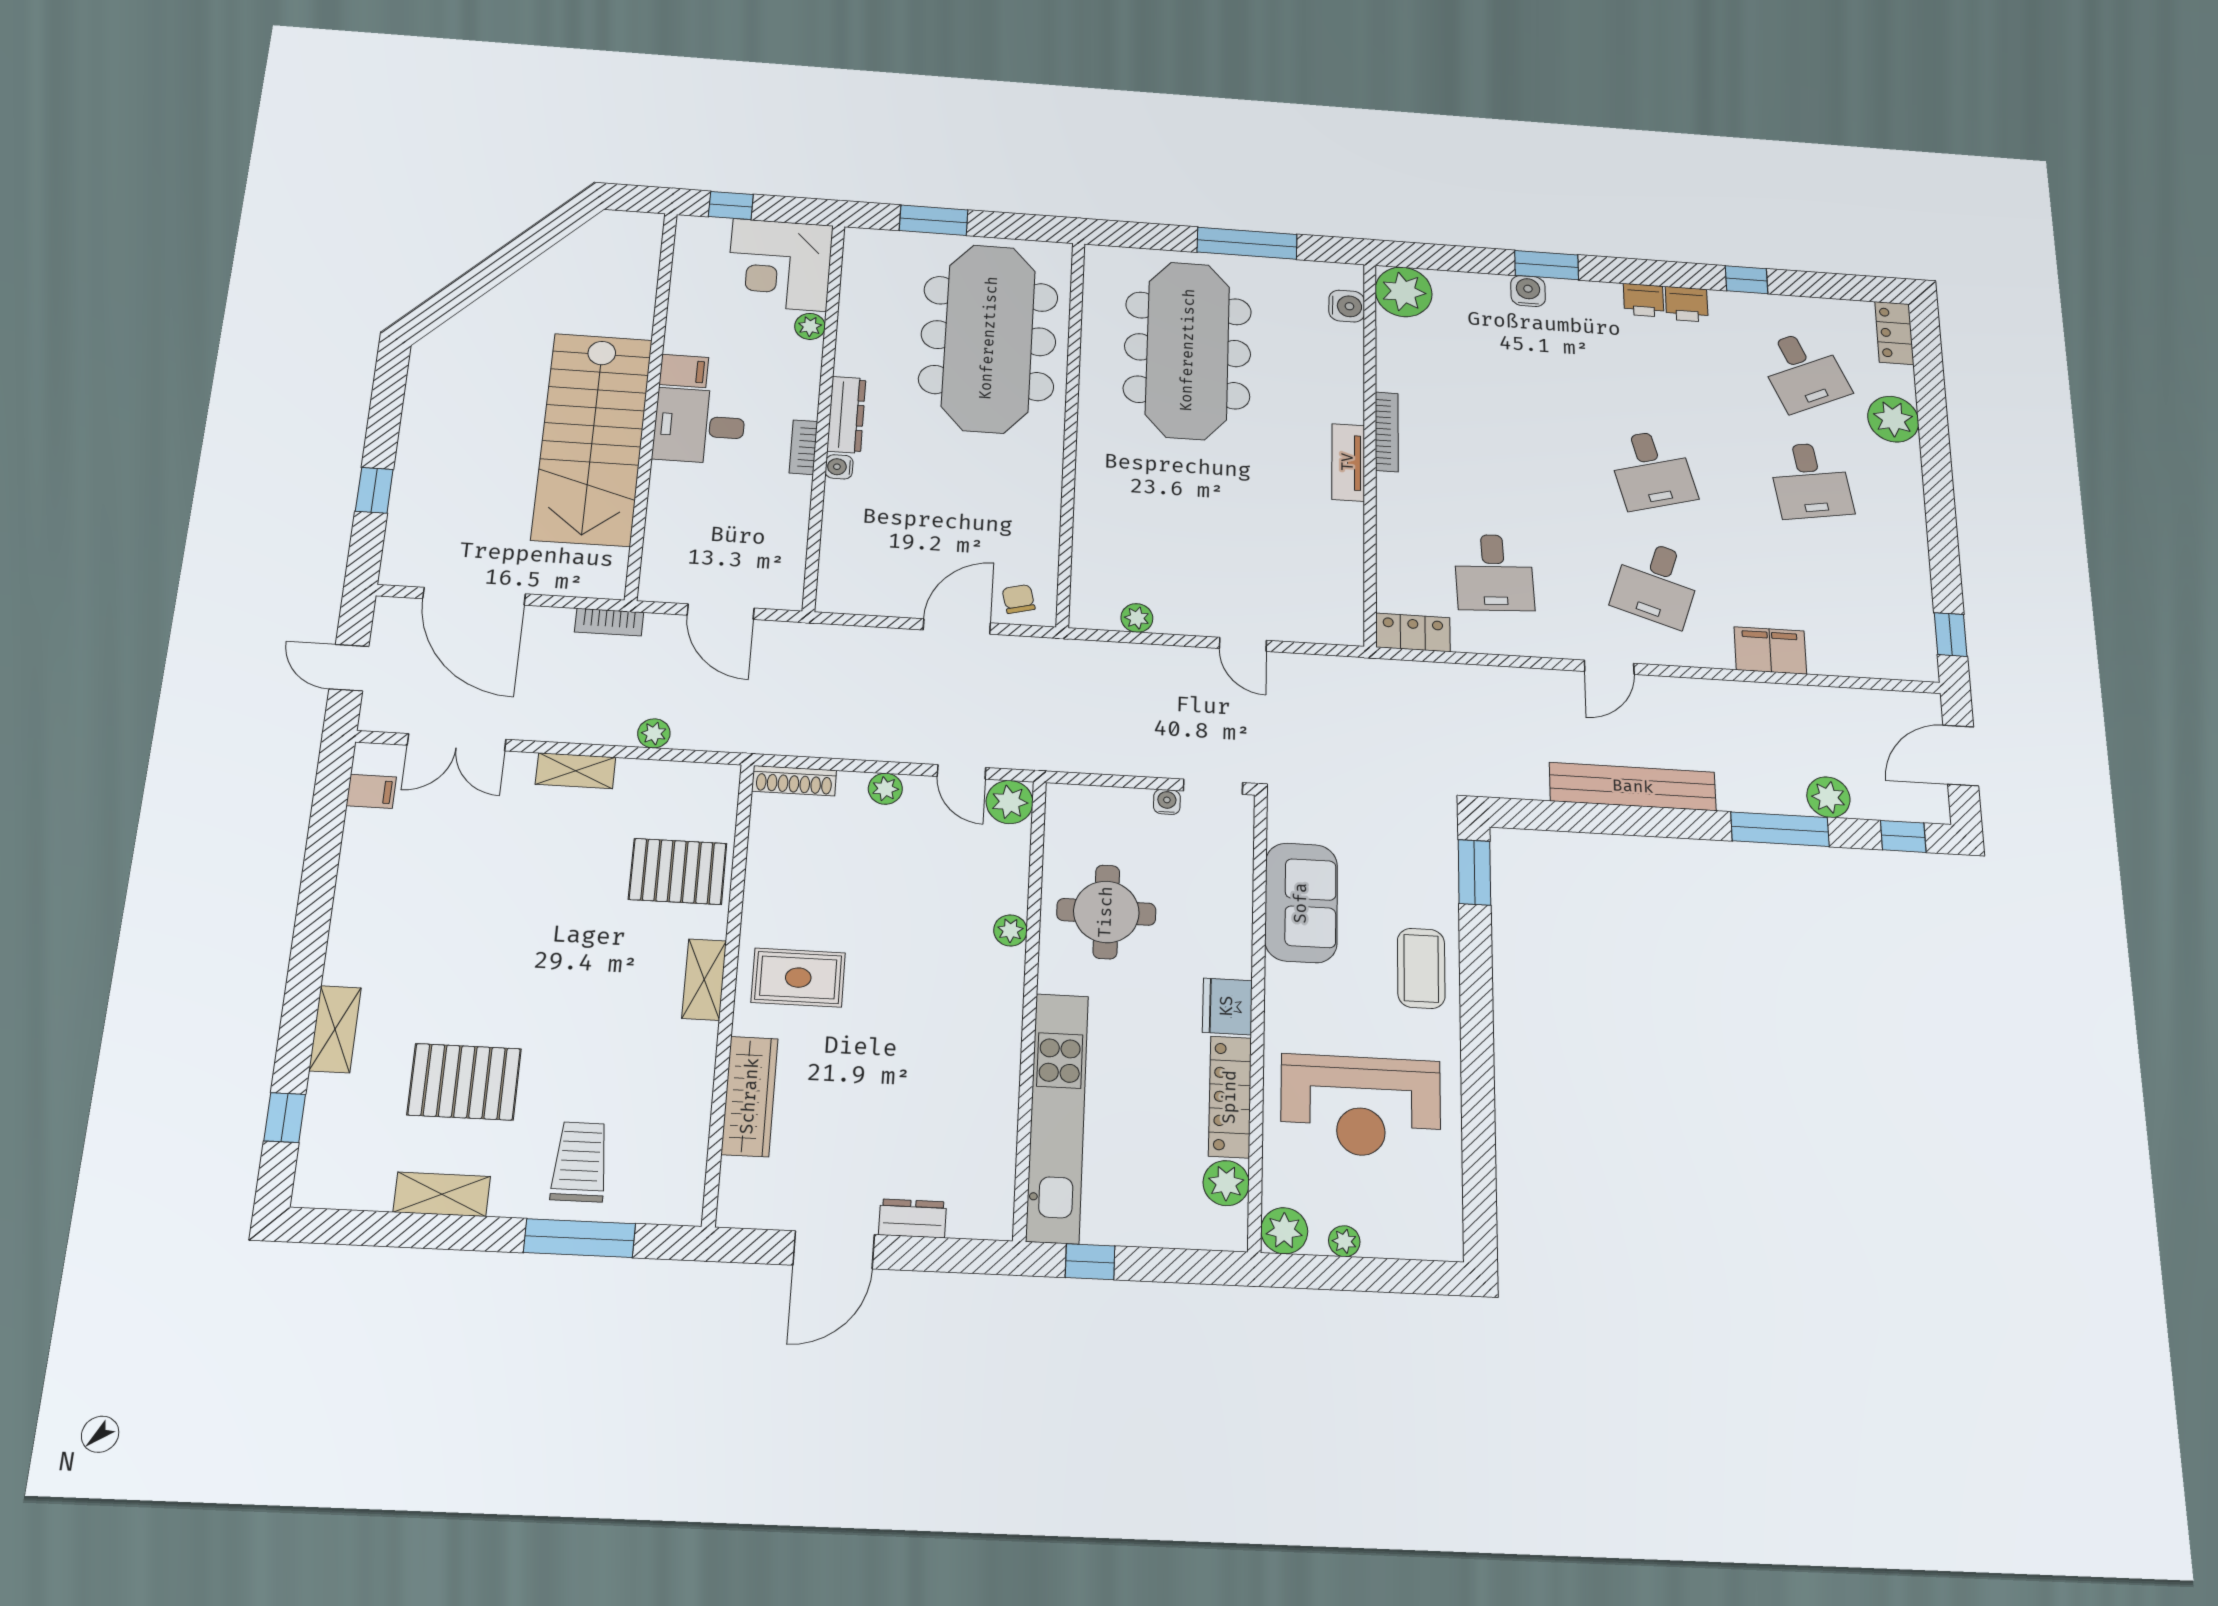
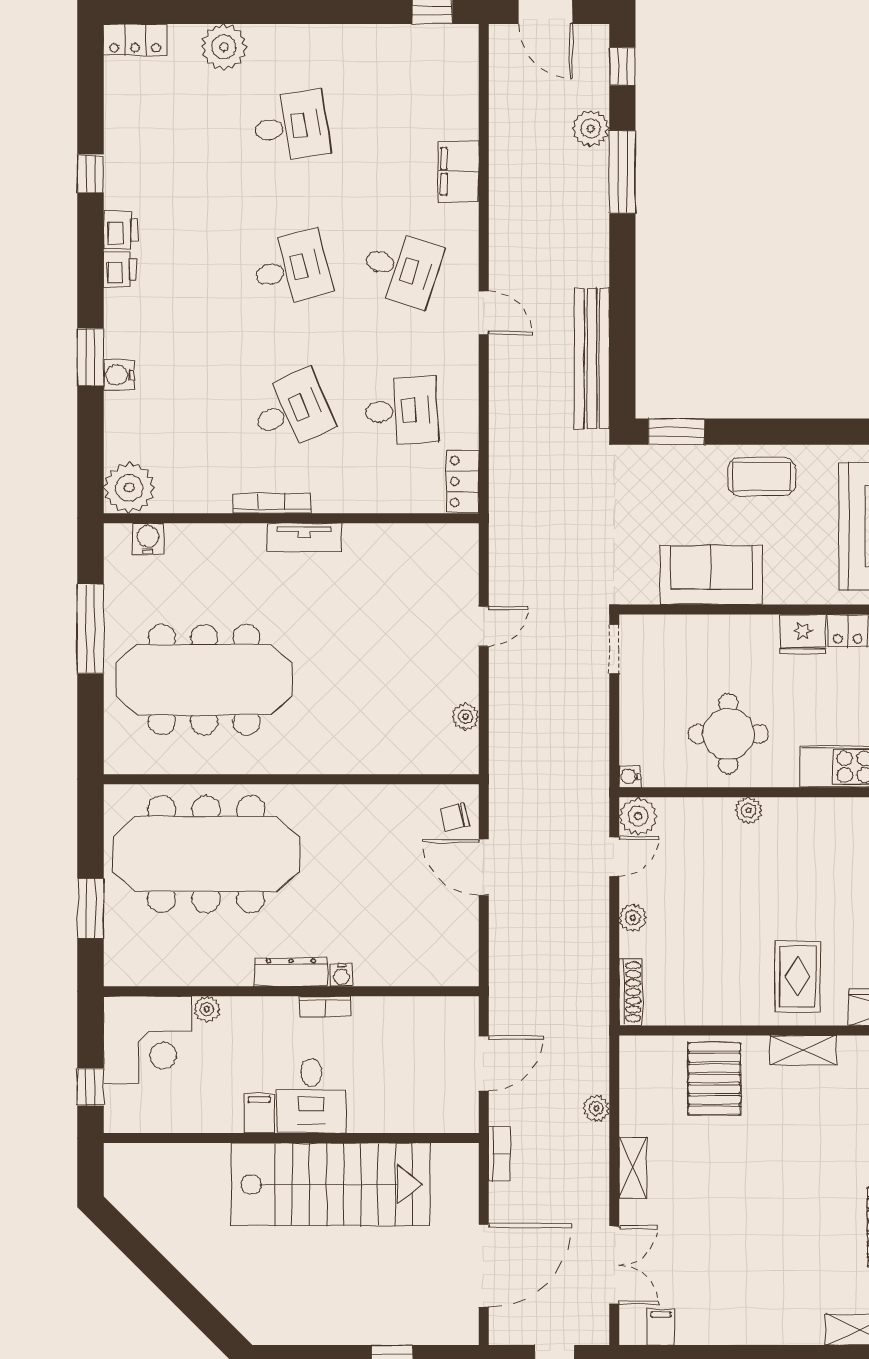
desk: (1803, 371) -> (291, 411), moved
bench: (1633, 787) -> (592, 359), moved
water cooler: (1167, 802) -> (630, 776), moved

